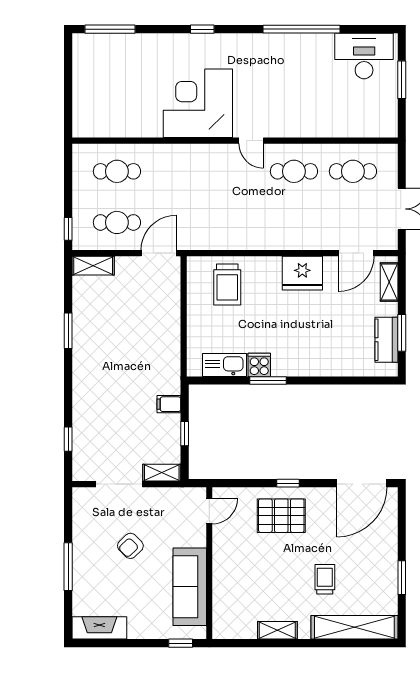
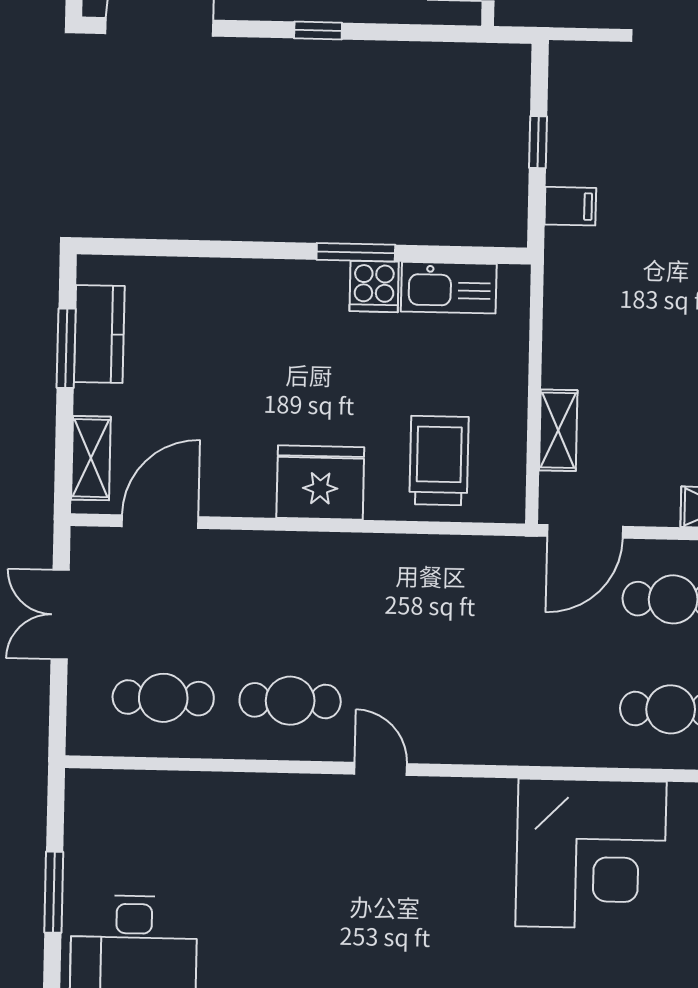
corner desk: (198, 103) -> (591, 854), moved
fridge: (302, 273) -> (320, 482), moved
shelving: (162, 473) -> (558, 430), moved, turned 90

